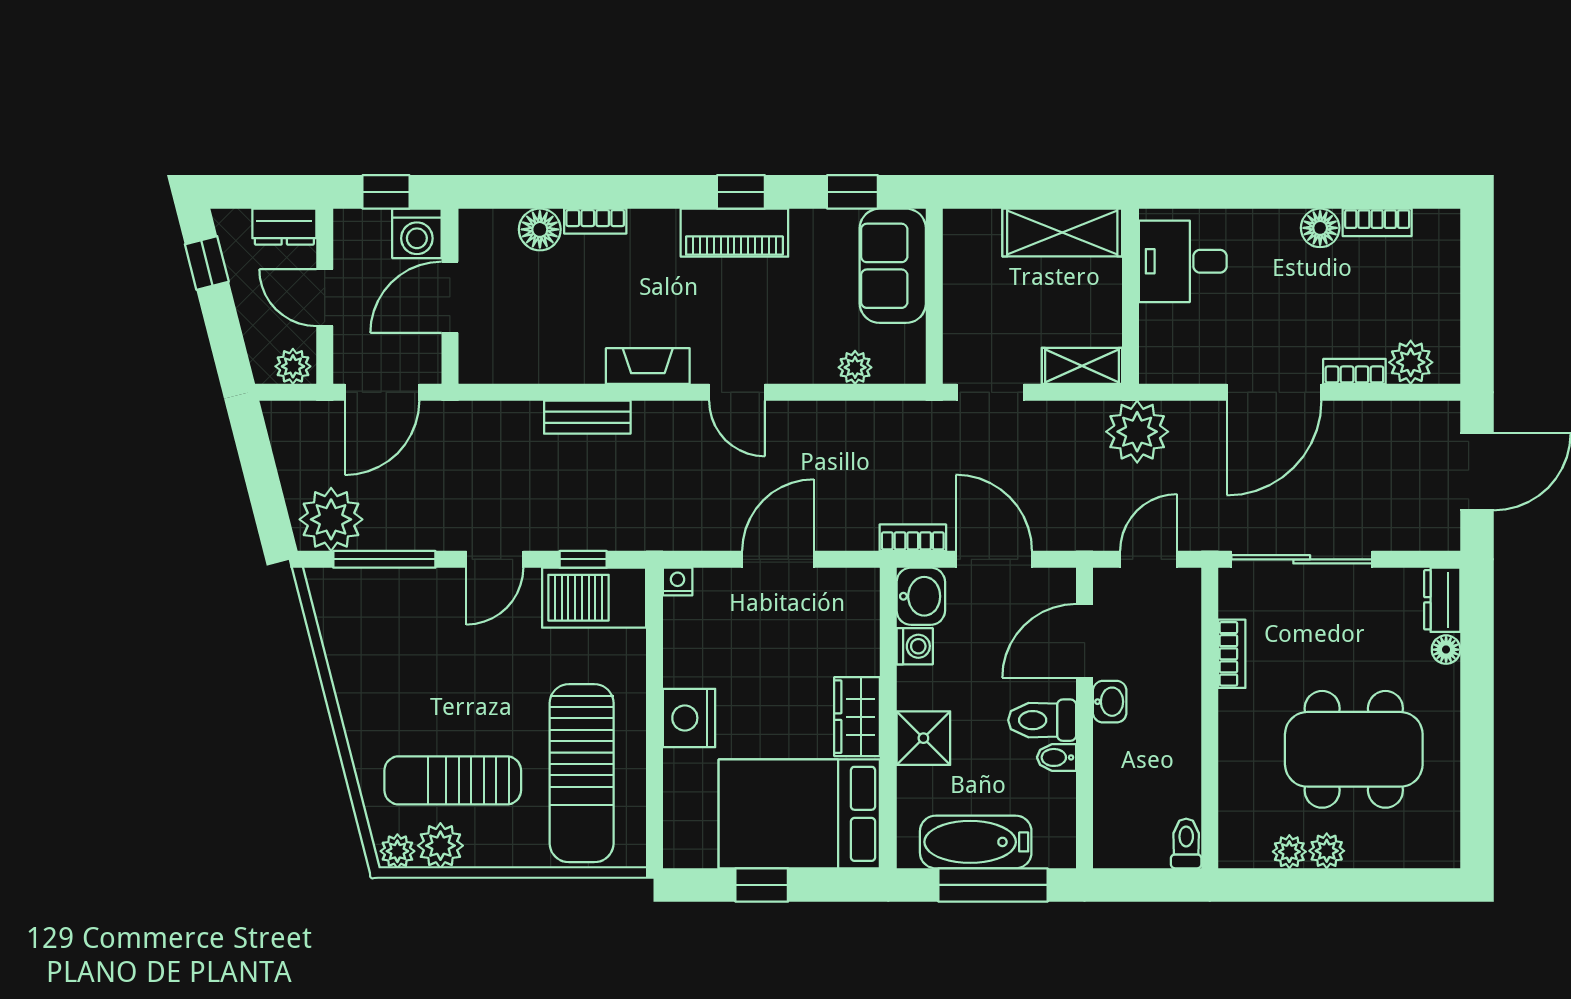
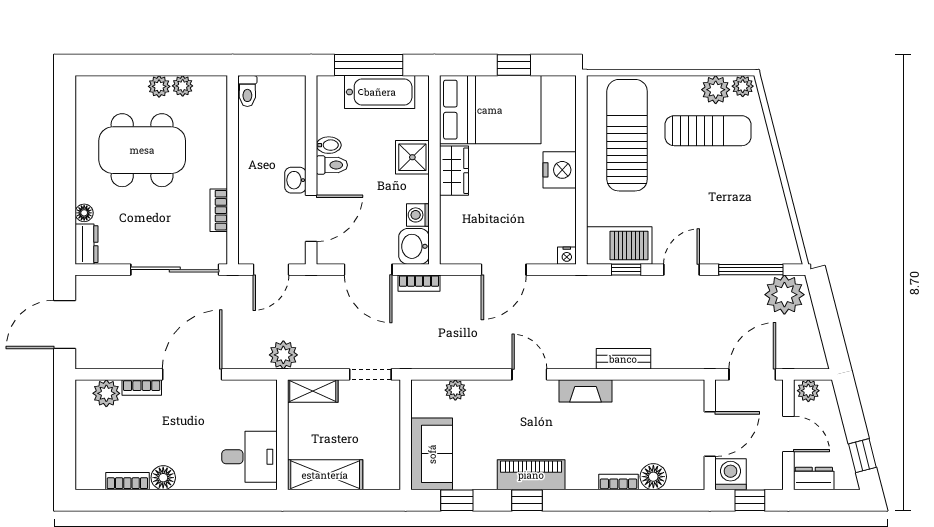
plant: (1137, 432) -> (283, 355), width x0.73, depth x0.73
toilet: (1042, 720) -> (332, 165), width x0.73, depth x0.72

